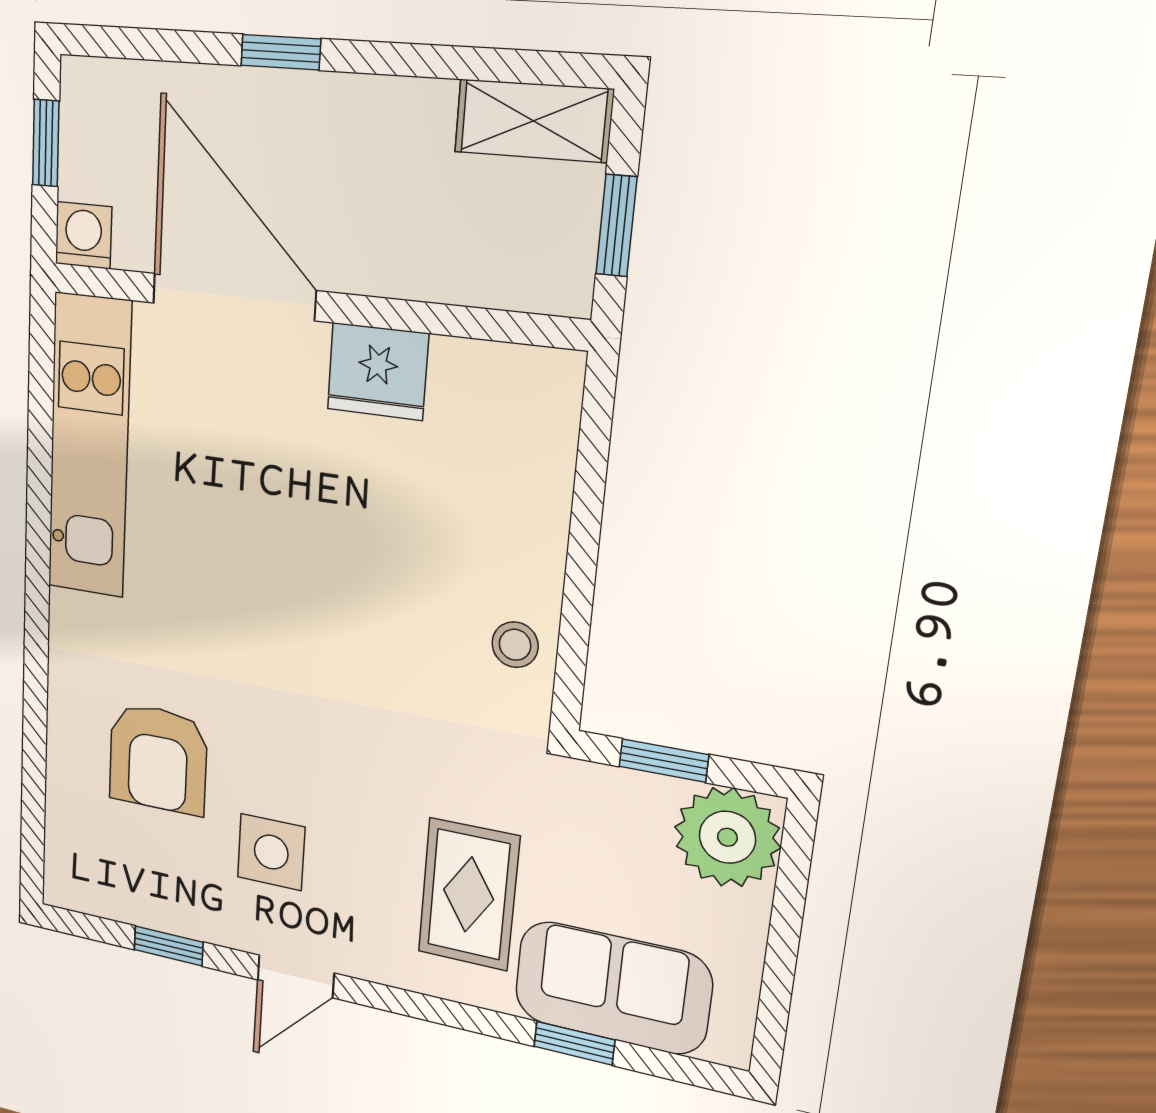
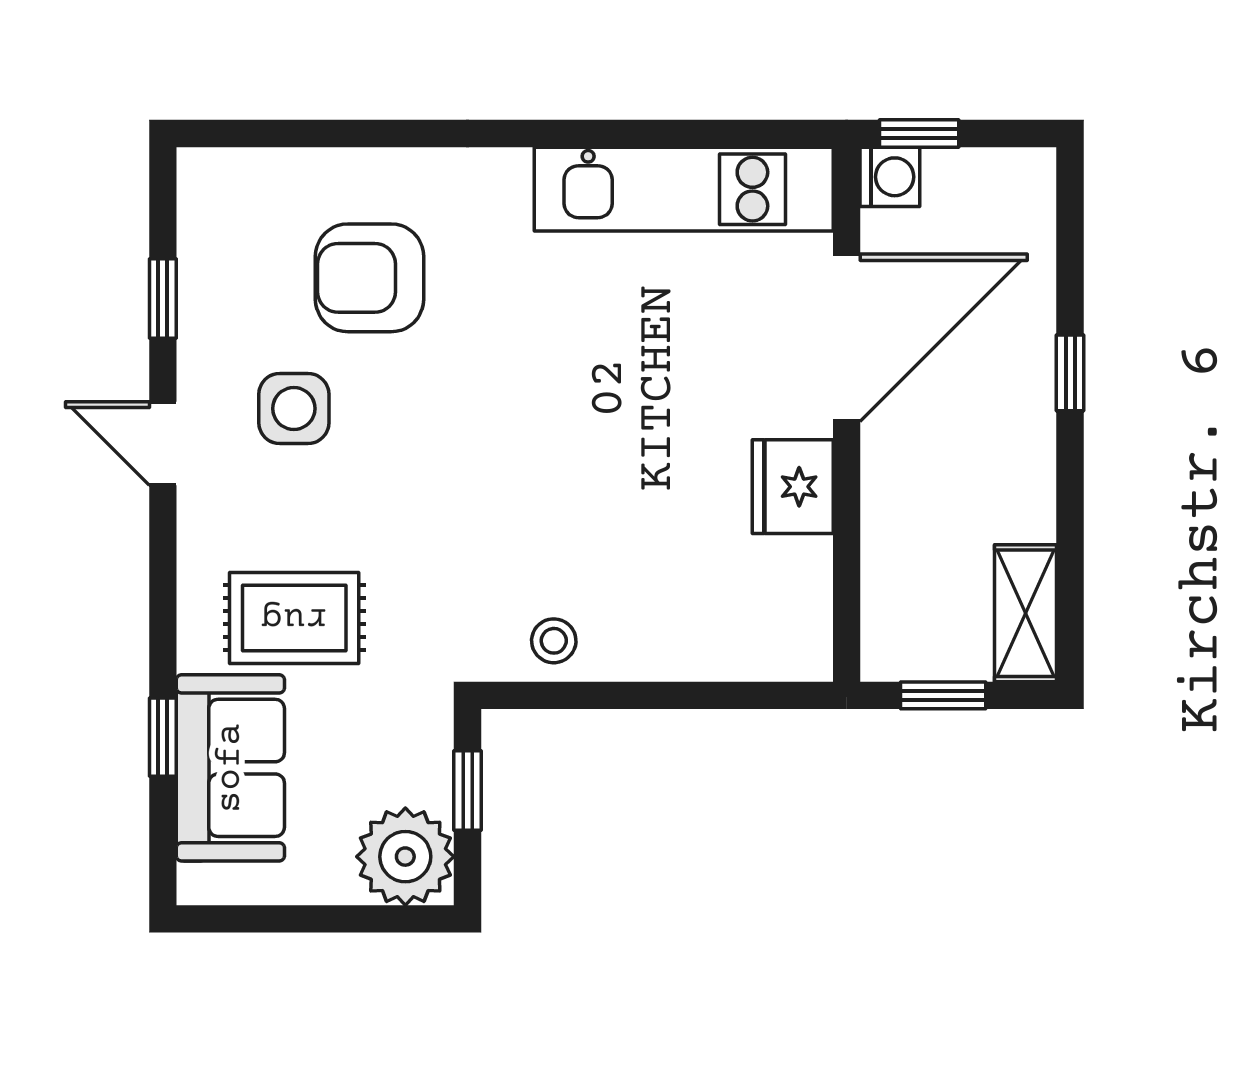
window: (46, 143) -> (919, 134), moved

